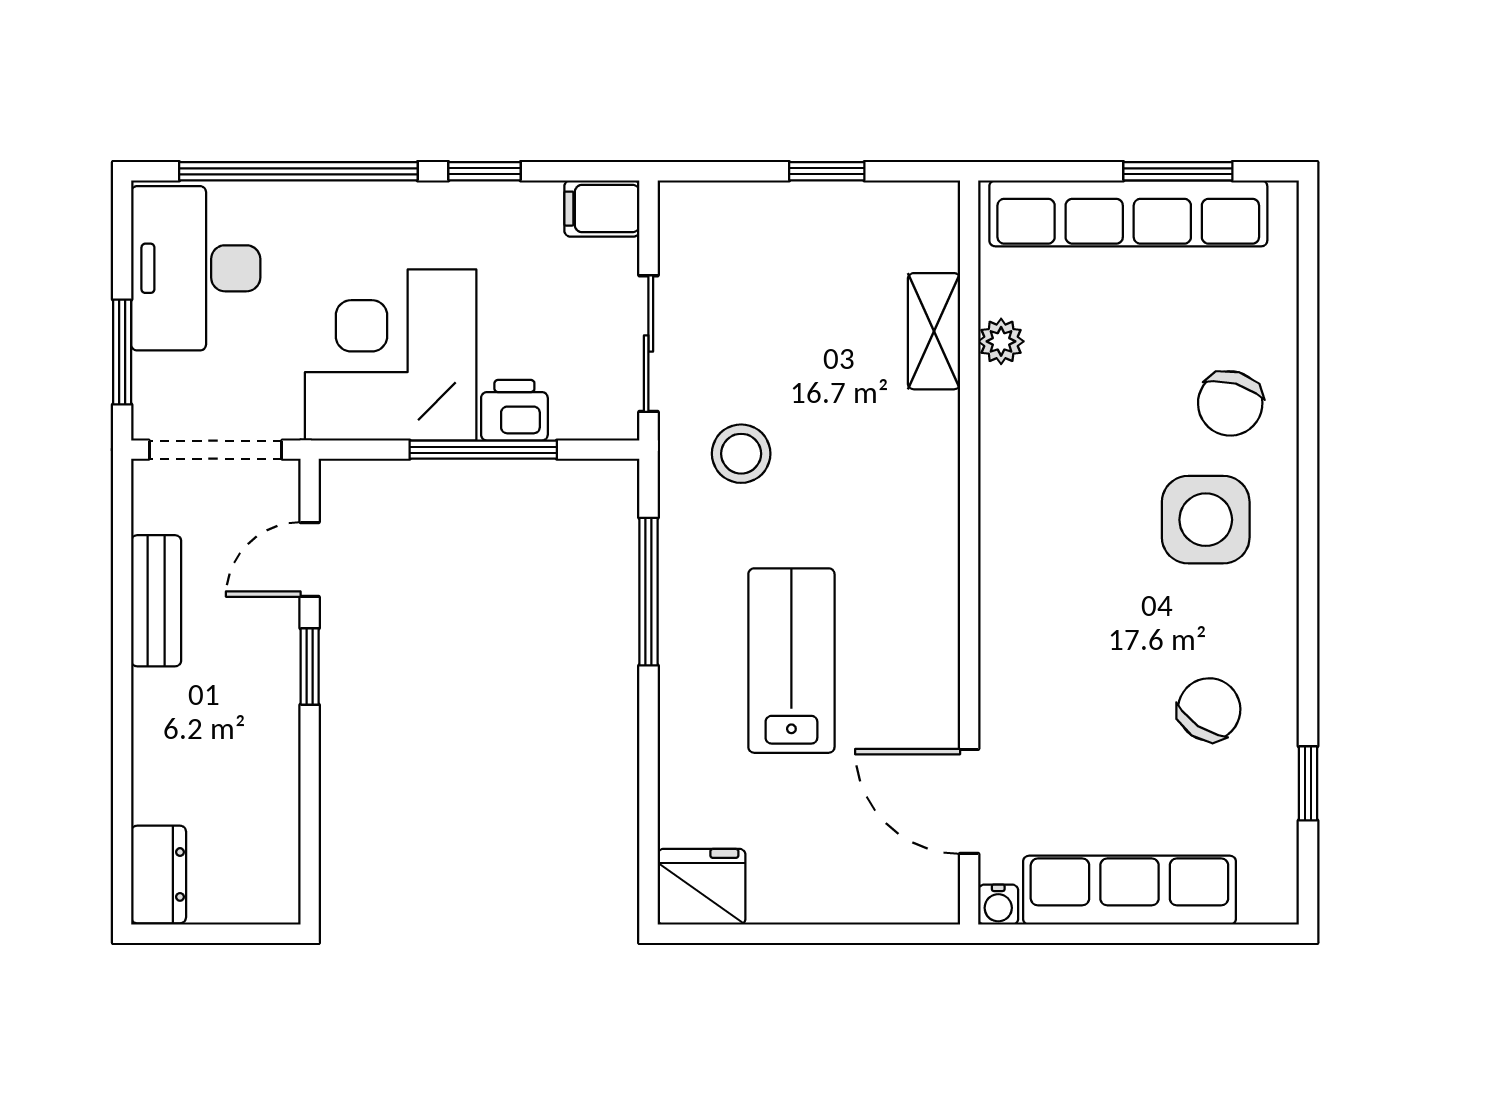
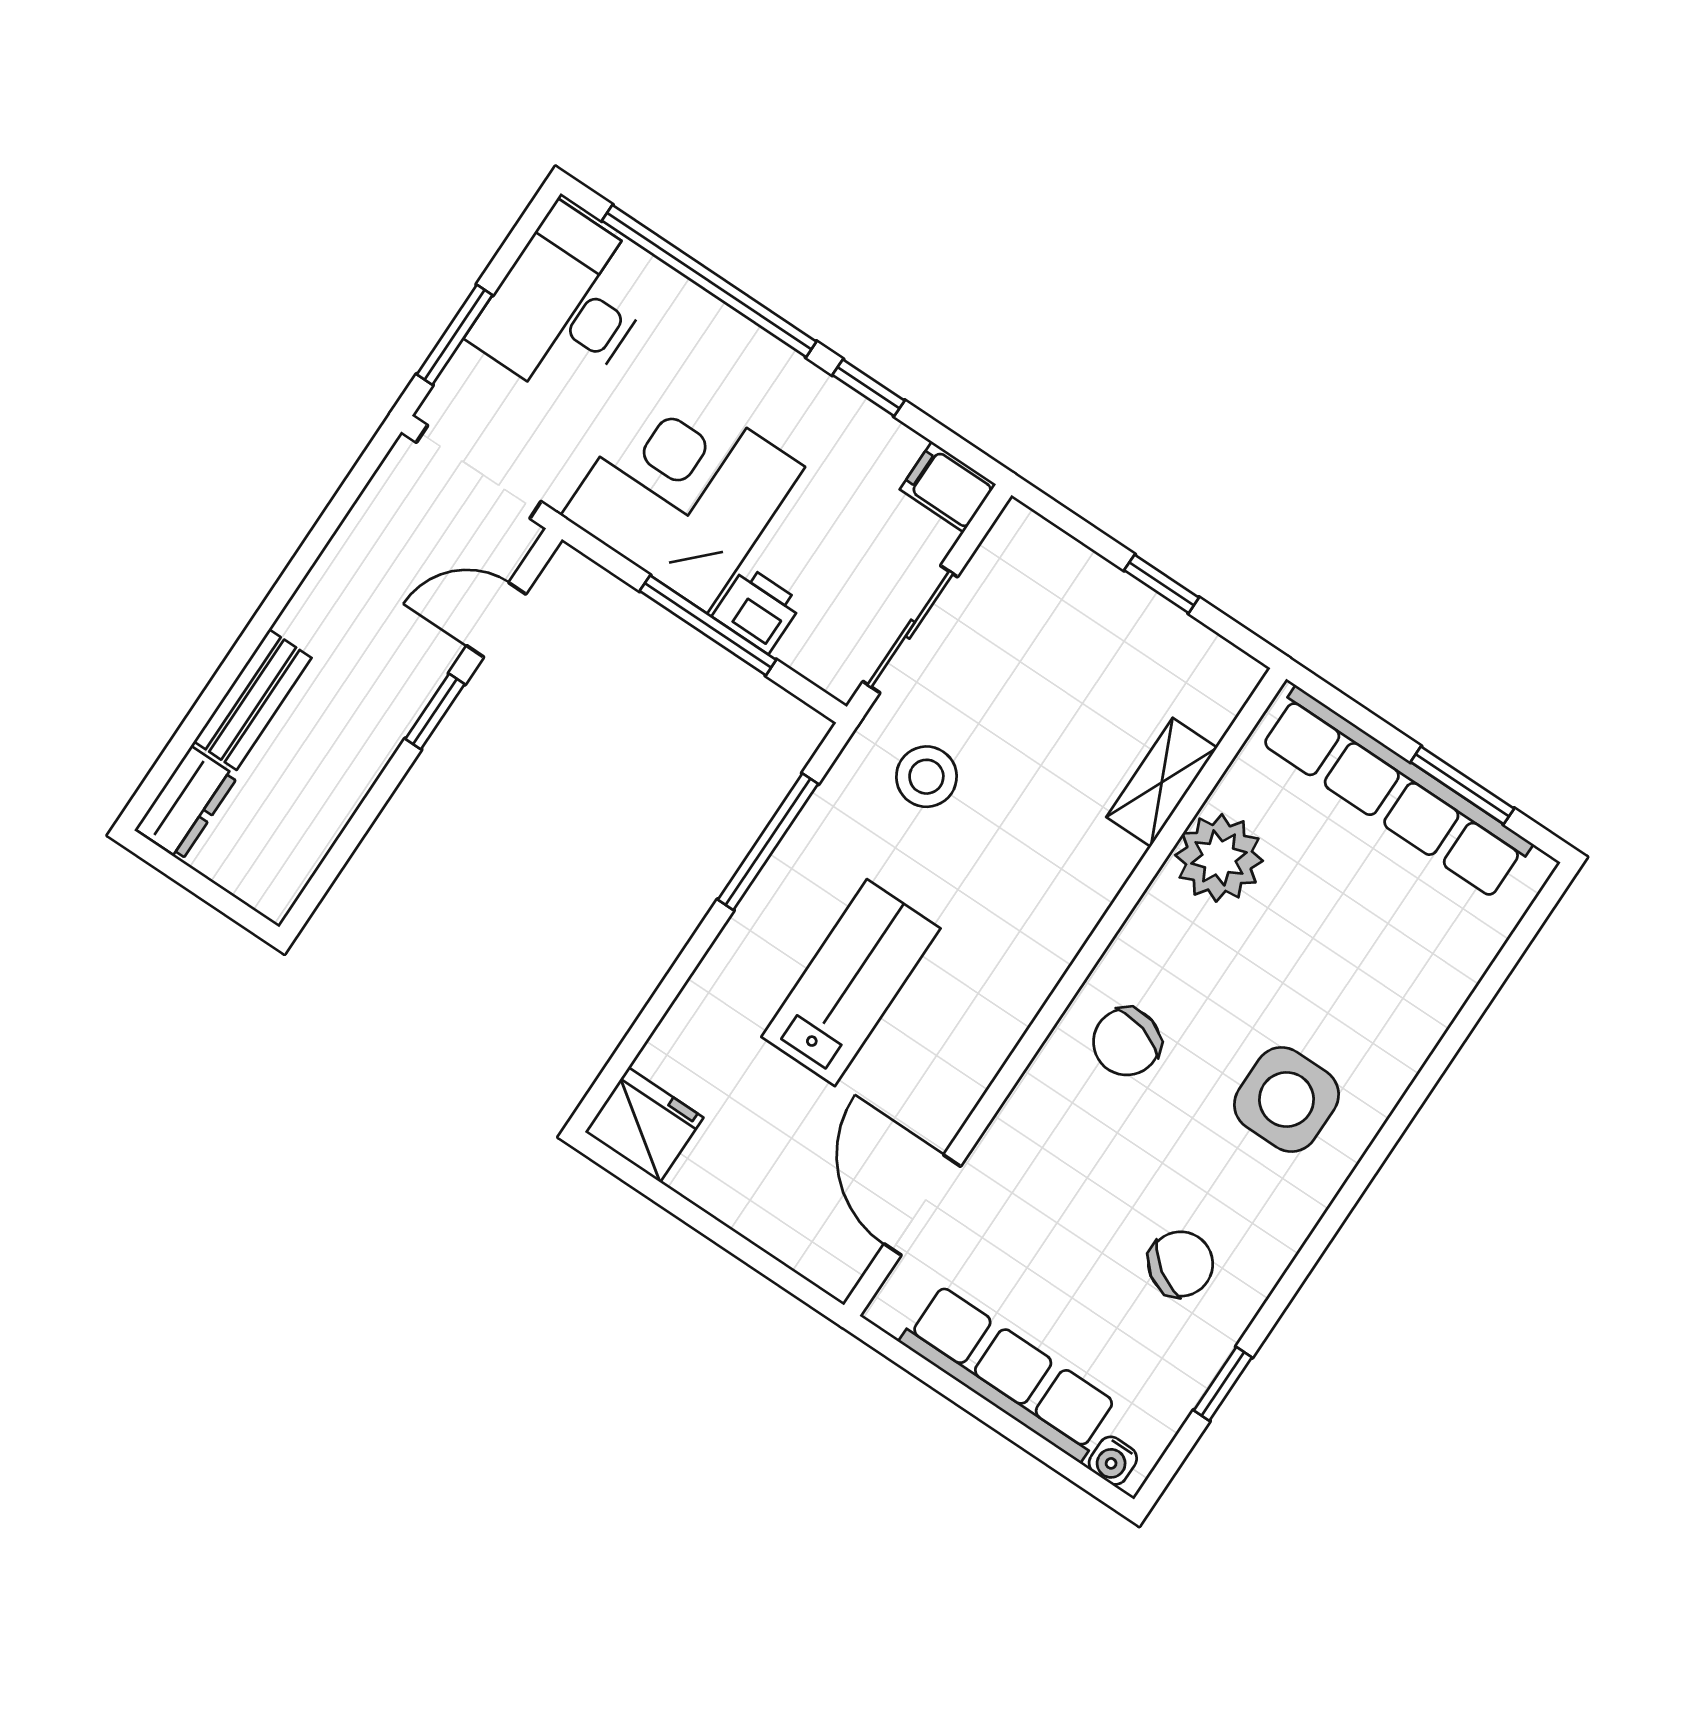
plant: (1001, 341) -> (1219, 858), width x1.87, depth x1.87
chair: (1230, 403) -> (1127, 1042), moved
bench: (156, 601) -> (253, 700), moved
water cooler: (998, 905) -> (1113, 1461), moved

